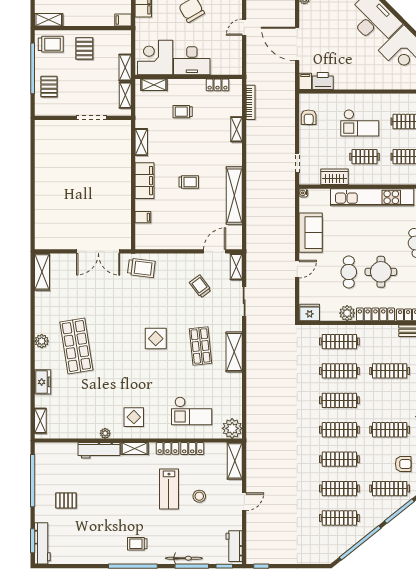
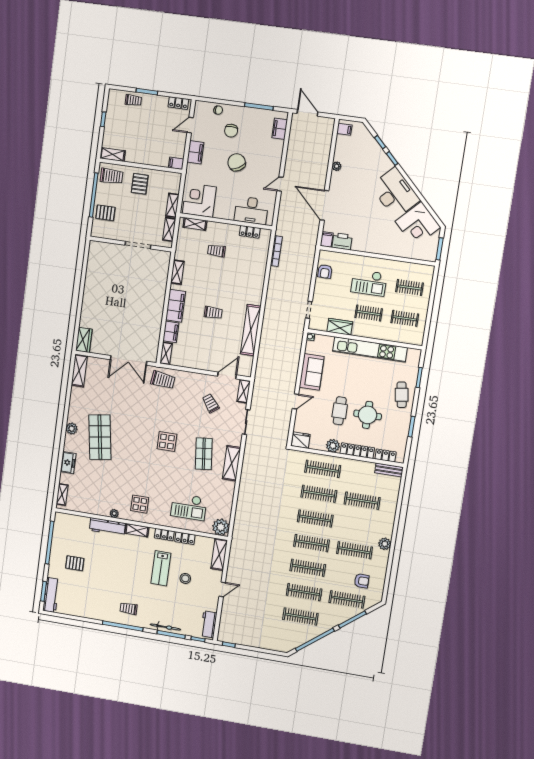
desk: (192, 61) -> (251, 210), moved
pallet: (49, 87) -> (105, 213), turned 90
shelving: (236, 129) -> (166, 353), moved
filing cabinet: (143, 217) -> (171, 332), width x2.00
wardrobe: (43, 236) -> (84, 340), added

